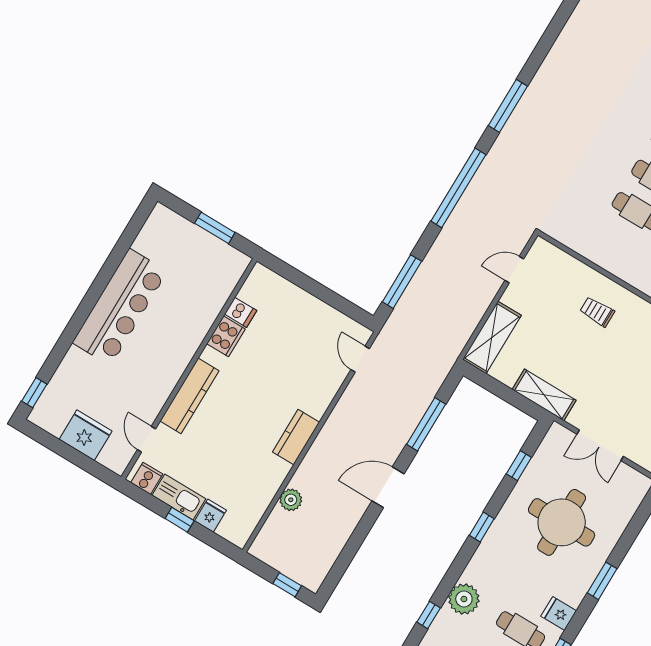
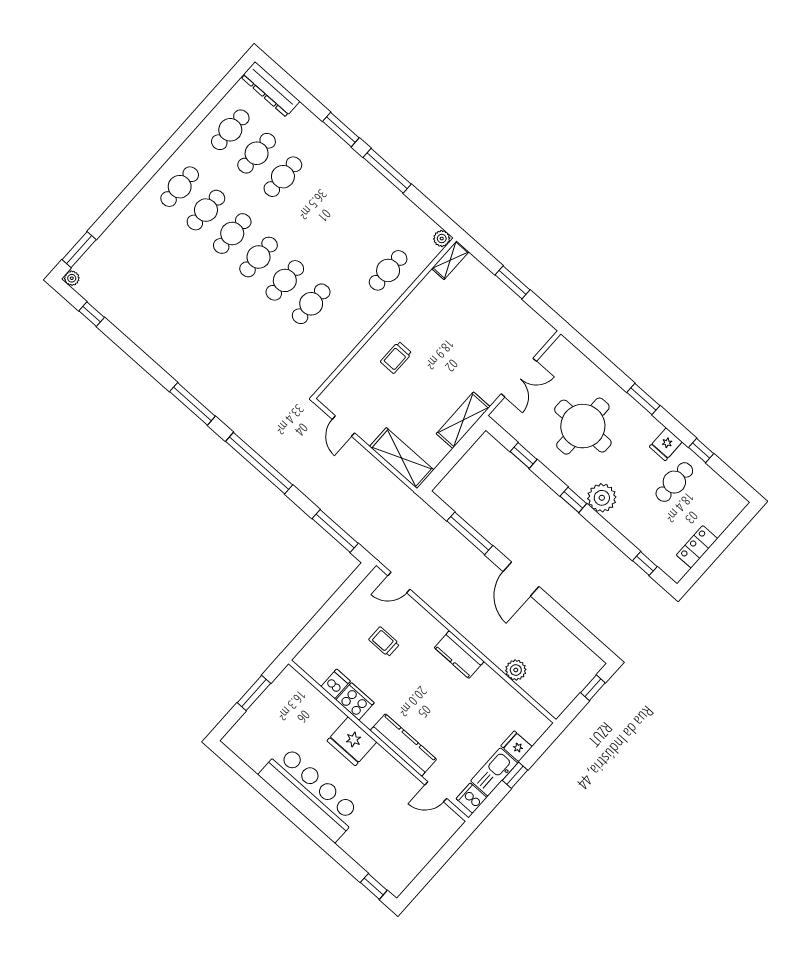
trolley: (295, 355) -> (384, 642), added
fridge: (86, 435) -> (352, 741), moved, turned -90
plant: (464, 599) -> (602, 498), moved

